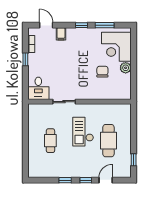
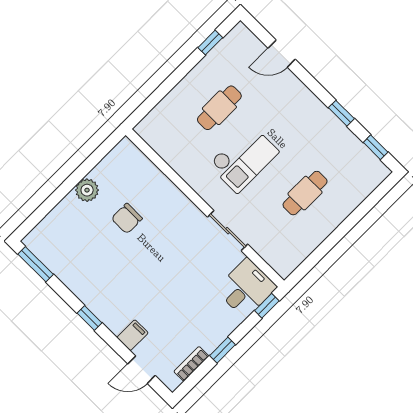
door: (46, 25) -> (141, 370), hinge flipped
window: (105, 25) -> (36, 264), moved
corner desk: (116, 47) -> (70, 235), removed
window: (25, 89) -> (267, 306), added
cafe table: (108, 141) -> (219, 108), width x0.73, depth x0.74
window: (86, 180) -> (376, 147), moved

